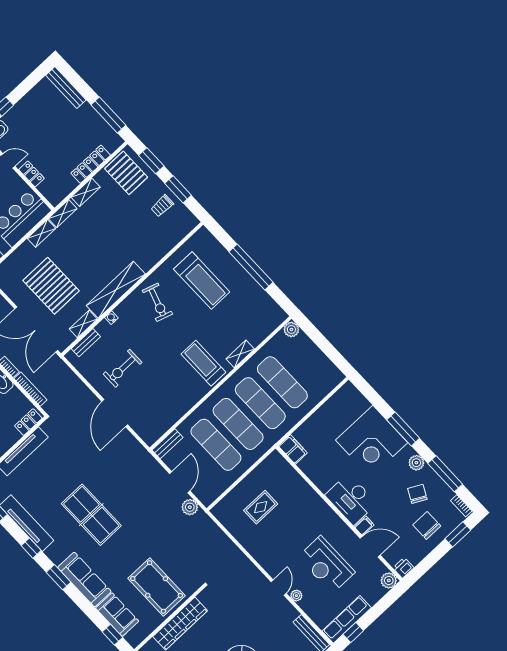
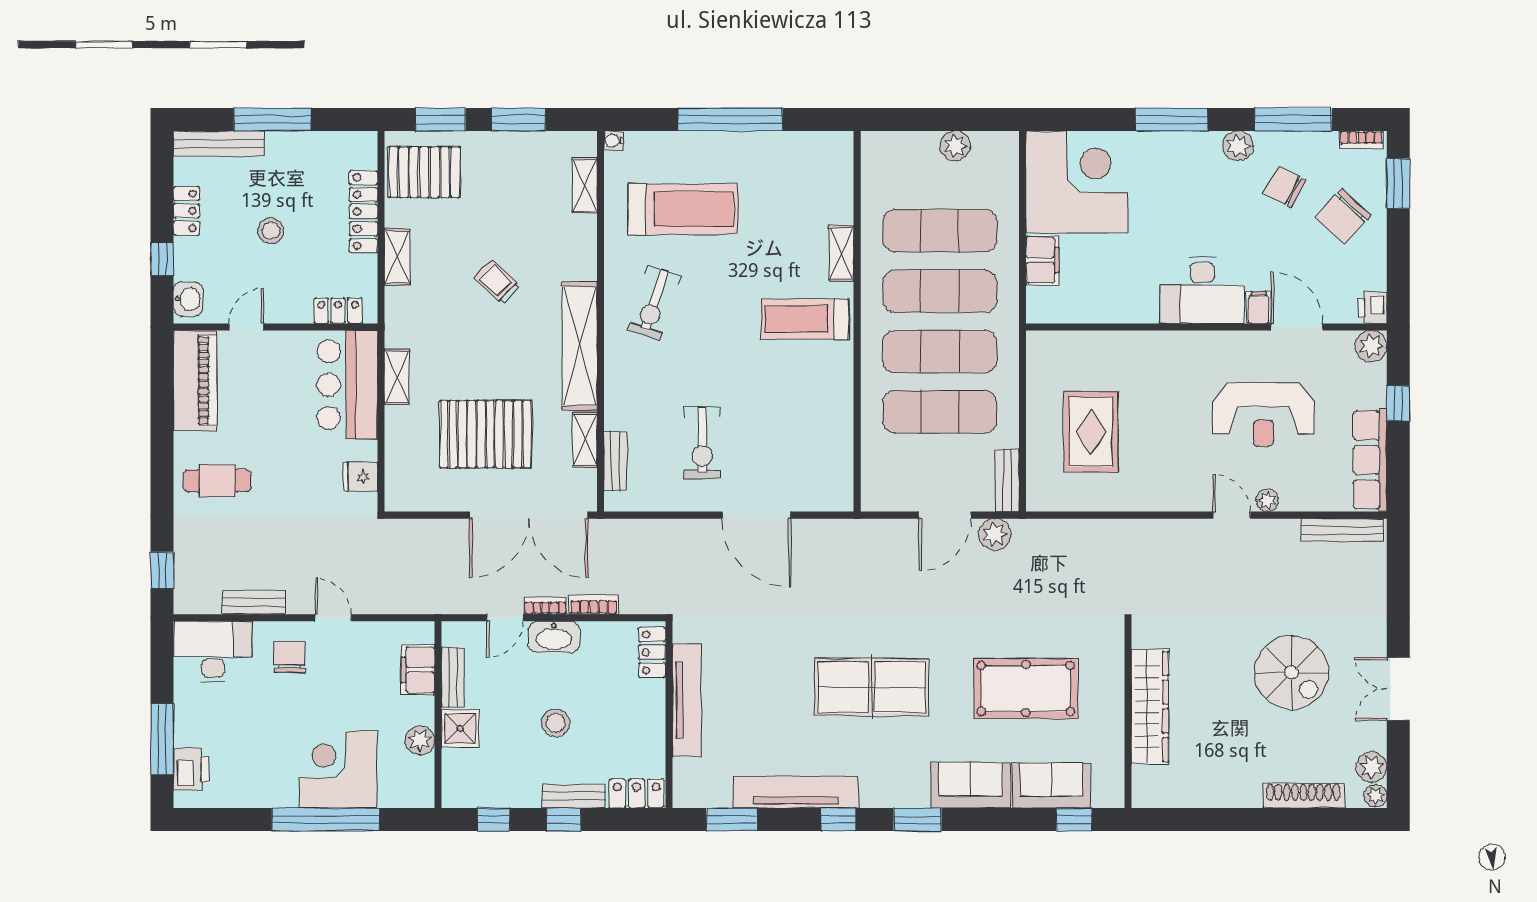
locker: (30, 99) -> (187, 211), added
window: (108, 115) -> (272, 119), moved
stool: (52, 137) -> (271, 231), added
locker: (31, 174) -> (338, 311), moved
trolley: (162, 206) -> (497, 282), moved, turned 134
shelving: (63, 214) -> (585, 186), moved
exercise bike: (157, 302) -> (654, 303), turned 90
water cooler: (111, 318) -> (614, 141), moved
plant: (291, 329) -> (955, 146), moved
bookcase: (30, 389) -> (594, 605), width x0.64
corner desk: (372, 441) -> (1077, 182), moved, turned -90
bench: (167, 444) -> (1007, 481), moved
filing cabinet: (293, 449) -> (1043, 260), moved, turned 90
door: (180, 482) -> (945, 515), swing flipped
rug: (261, 507) -> (1091, 432), width x1.36, depth x1.43
chair: (427, 525) -> (1343, 216), turned -48
door: (370, 547) -> (1297, 327), hinge flipped
sofa: (84, 579) -> (970, 785), width x0.73
pool table: (157, 587) -> (1026, 688), moved
window: (353, 633) -> (1398, 403), moved

